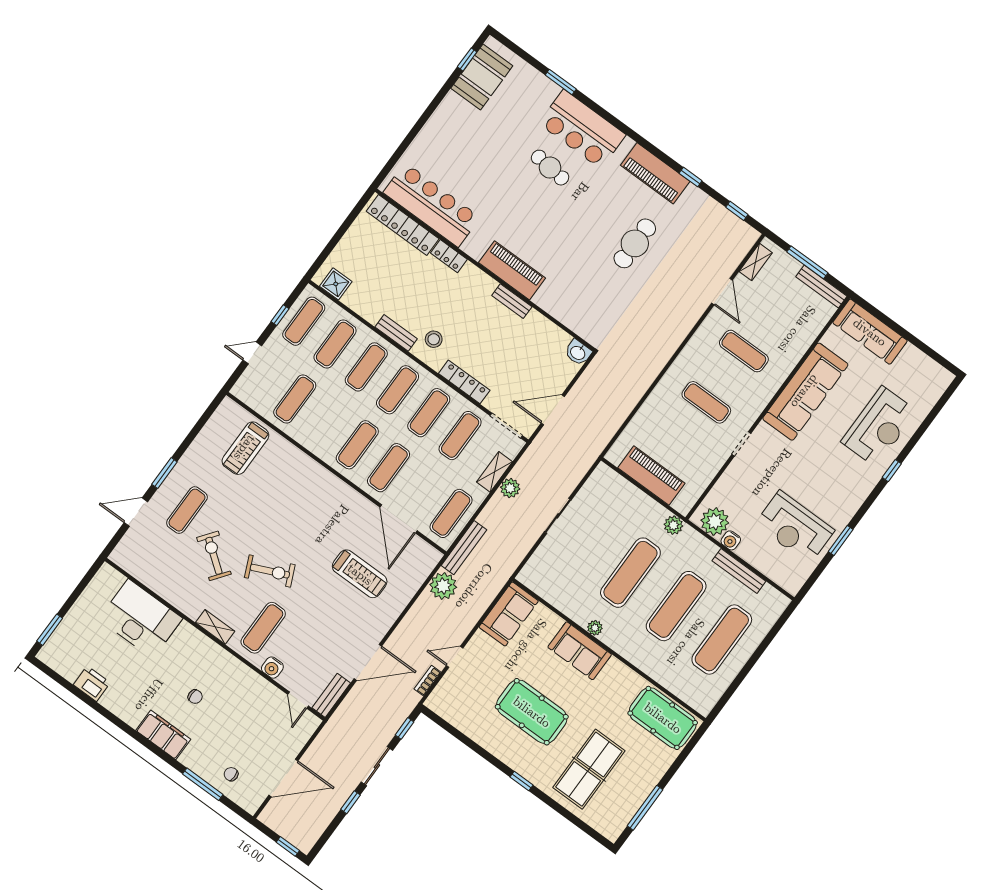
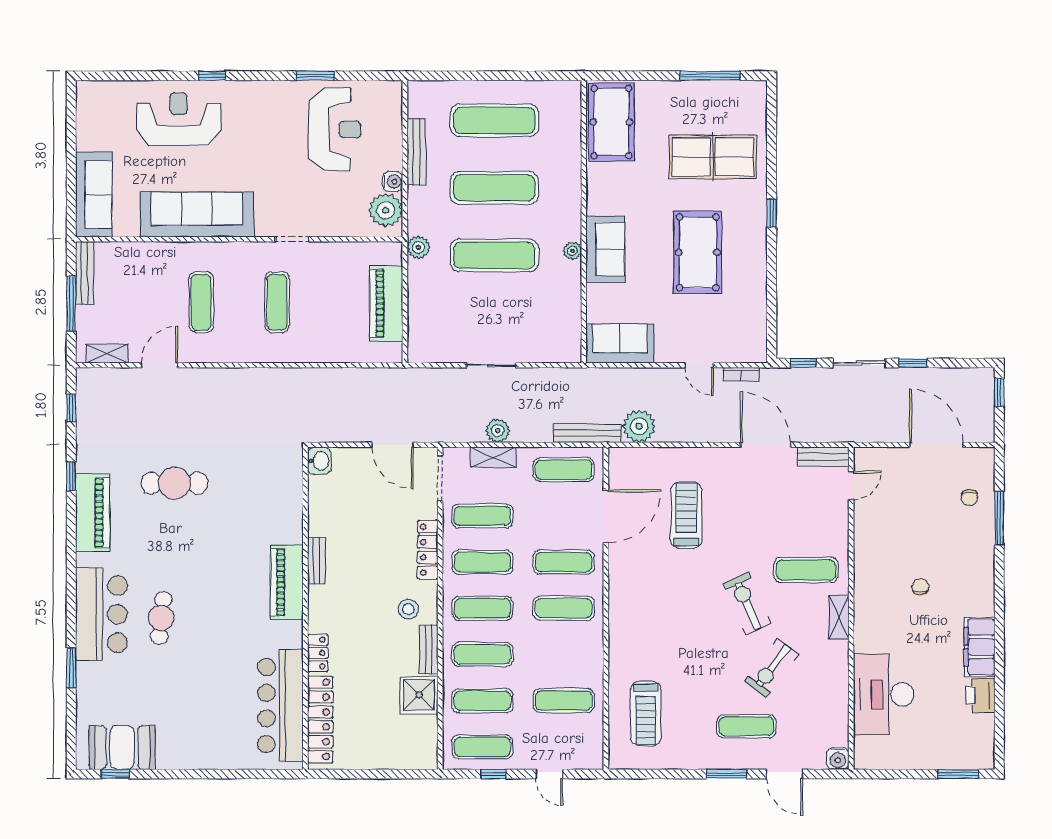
shower: (336, 284) -> (419, 695), moved, width x1.36, depth x1.36
treadmill: (245, 448) -> (646, 714), turned 90
water cooler: (272, 668) -> (838, 758), moved, turned 90
filing cabinet: (163, 735) -> (979, 647), moved

